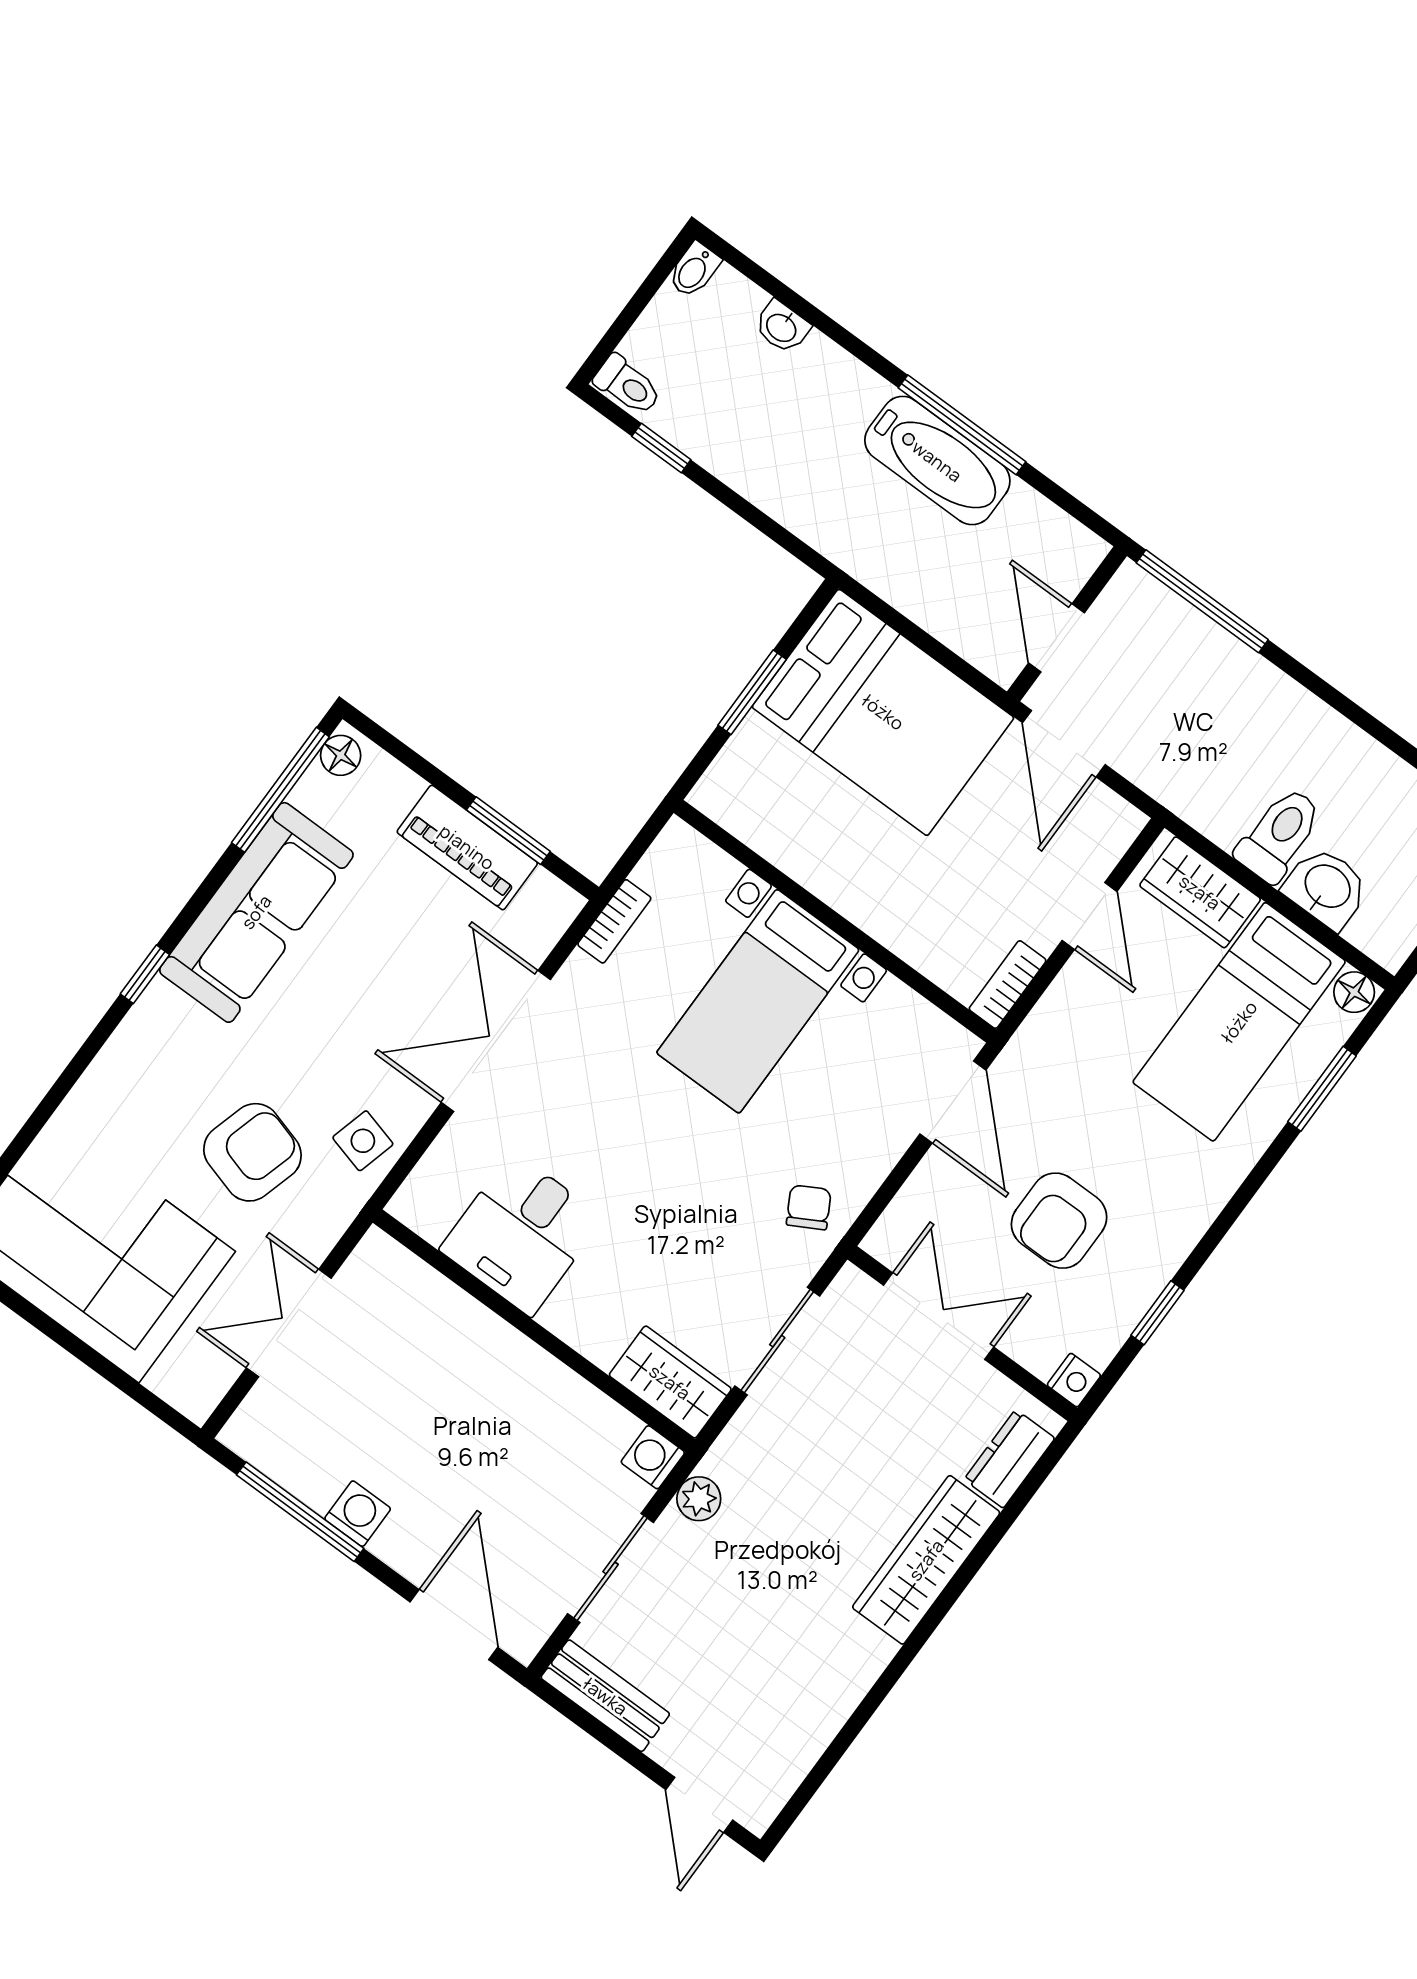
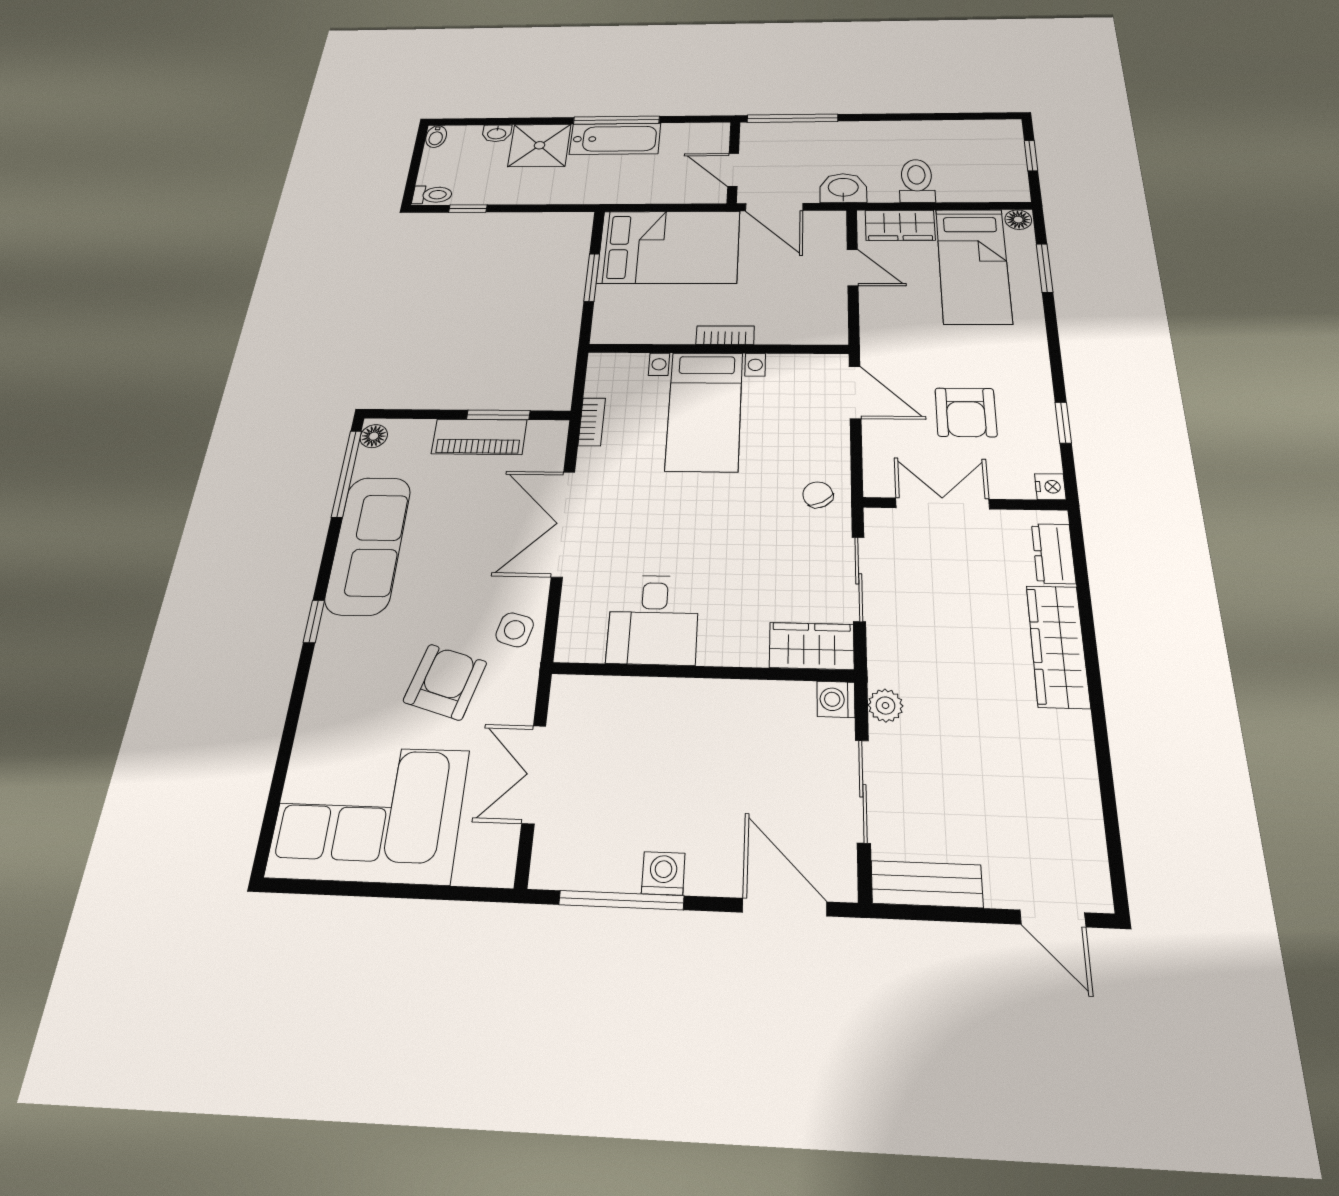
shower: (827, 396) -> (539, 145), added
washbasin: (1327, 888) -> (843, 188), moved
bookcase: (1008, 985) -> (725, 335), moved, turned 90

